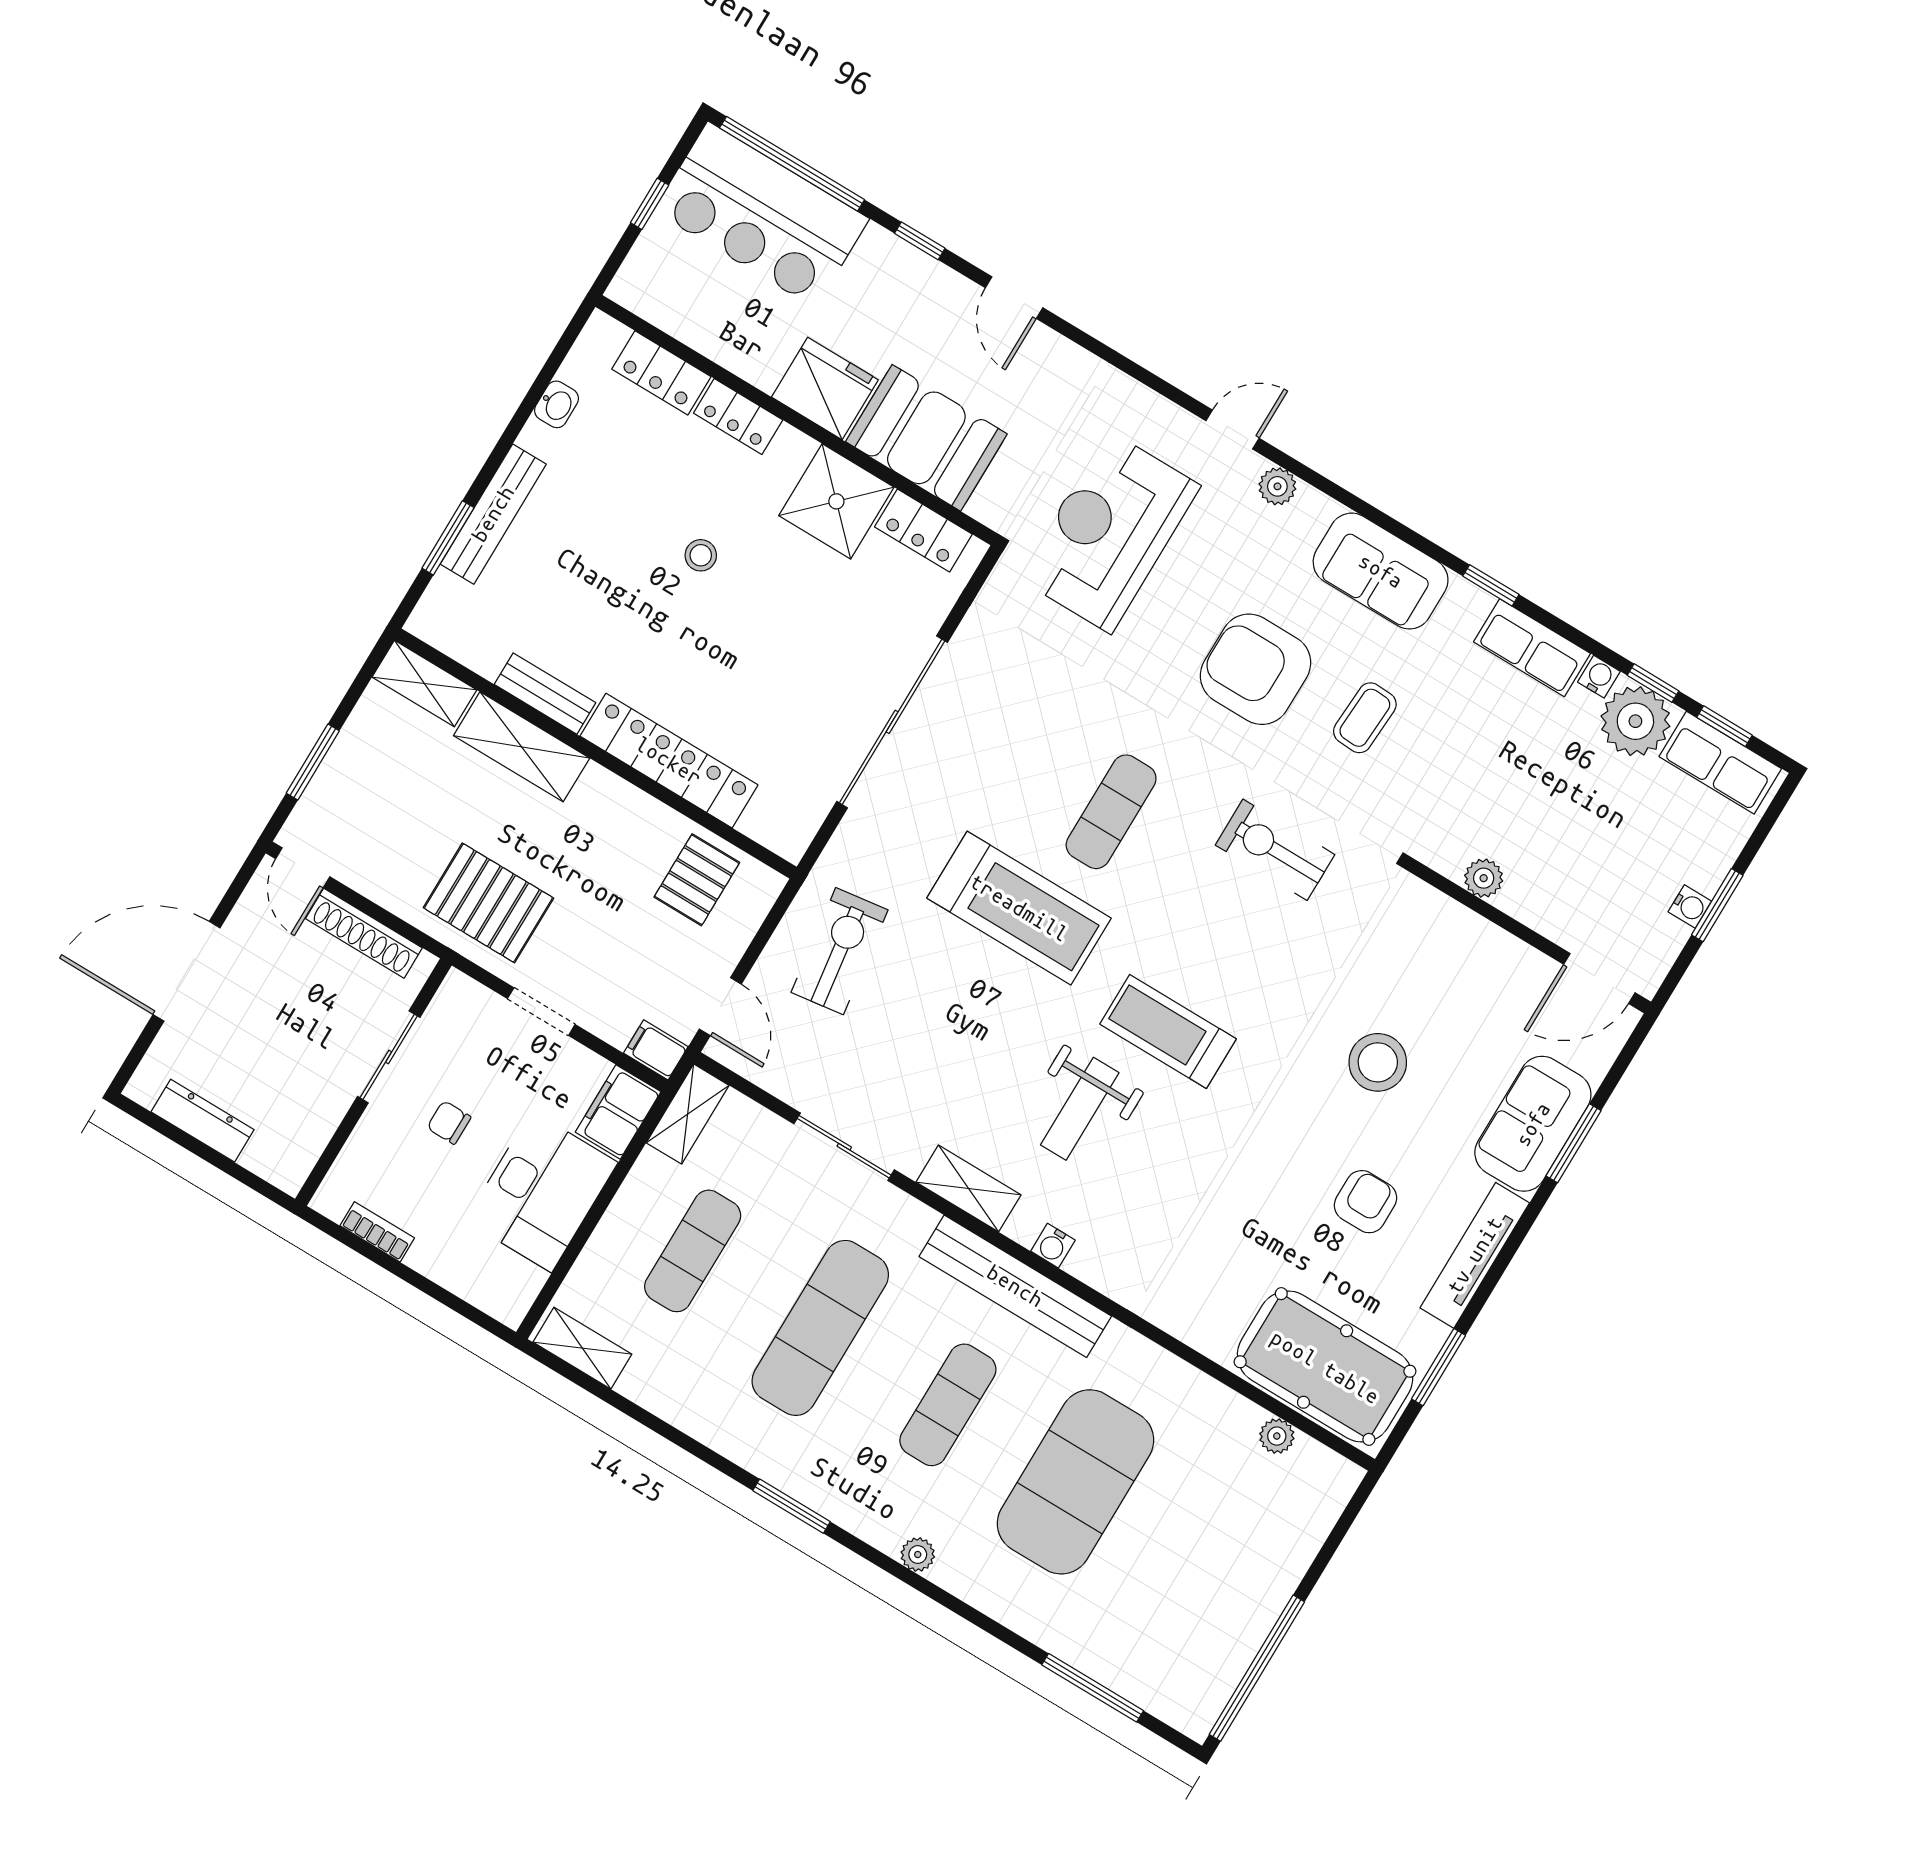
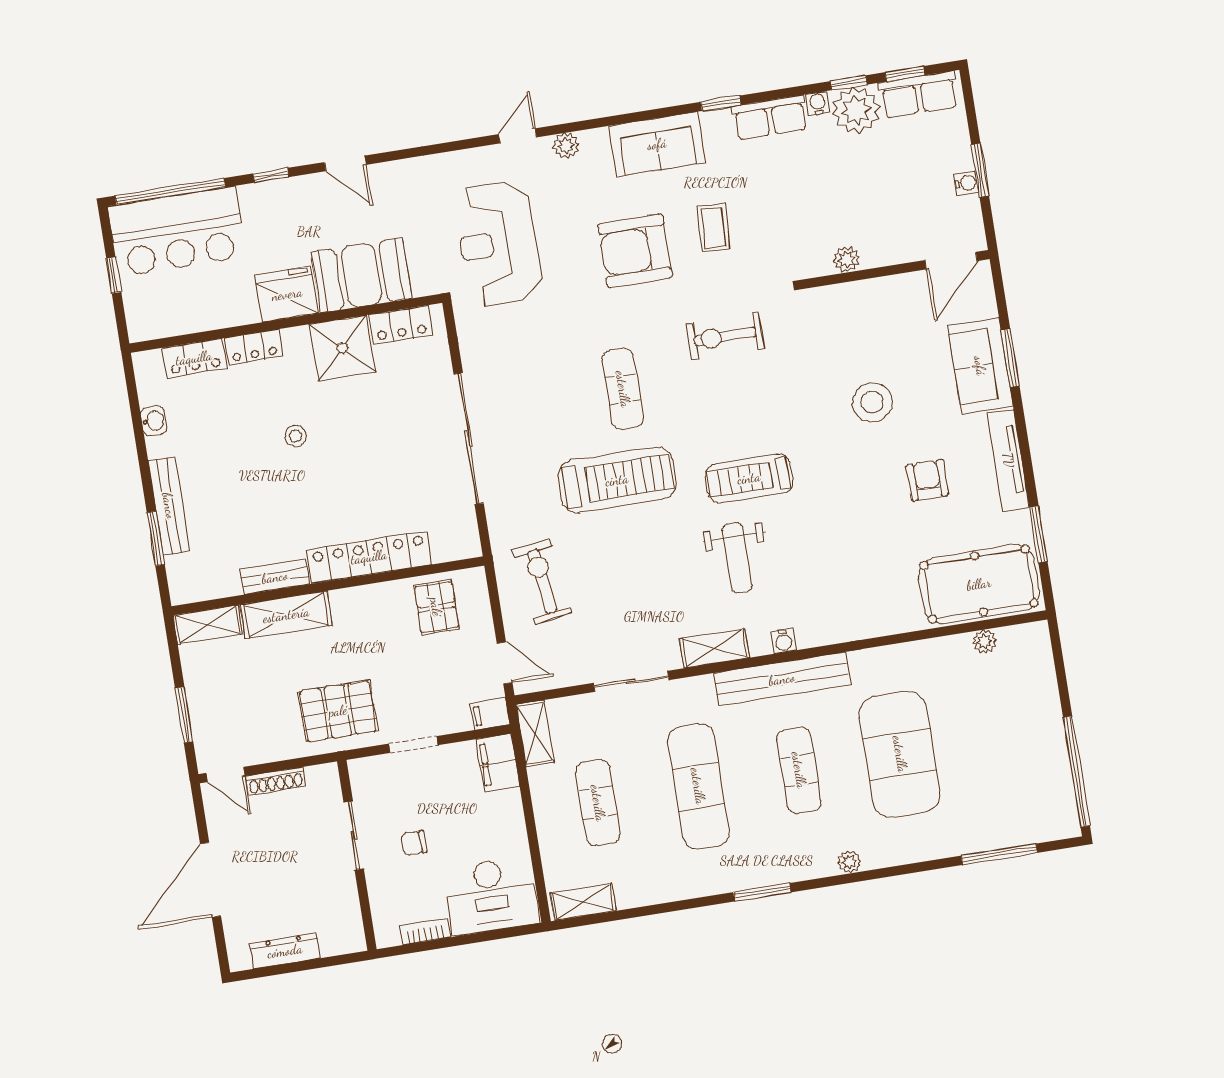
shoe rack: (364, 933) -> (276, 781), width x0.74, depth x0.81
desk: (542, 1192) -> (491, 896), moved, turned 90

